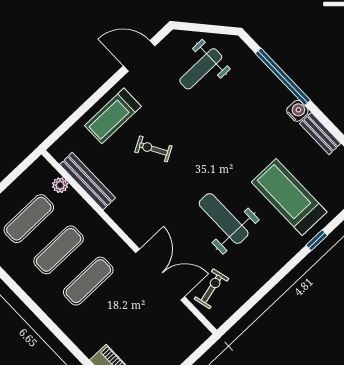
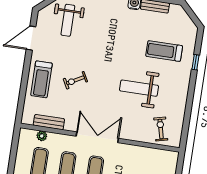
bench: (88, 181) -> (49, 122), width x0.73
treadmill: (289, 197) -> (164, 51), width x0.73, depth x0.73
double door: (160, 275) -> (97, 137), moved

